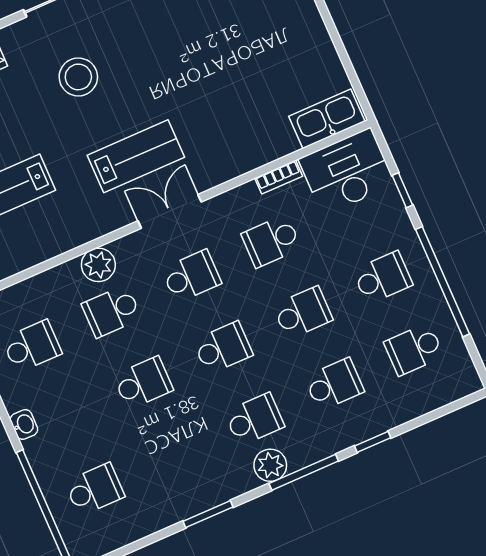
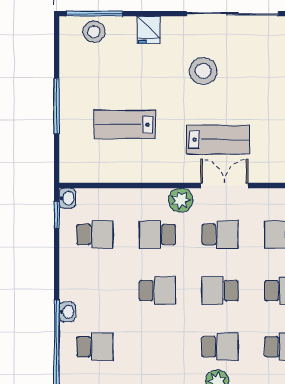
plant: (98, 265) -> (181, 200), moved
school desk: (223, 348) -> (220, 291), turned 180
washbasin: (24, 425) -> (67, 312), moved

